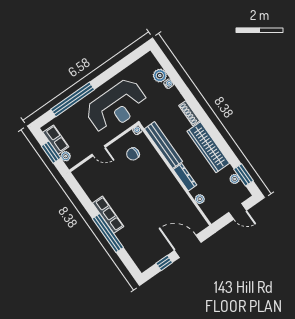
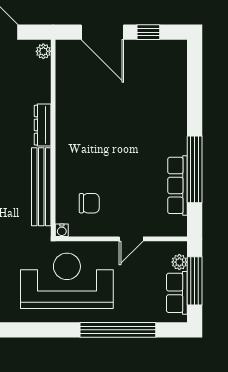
door: (99, 151) -> (131, 239), swing flipped
window: (51, 152) -> (195, 281), width x1.44
plant: (200, 199) -> (43, 51), moved
row of seats: (108, 215) -> (178, 185), moved
window: (108, 233) -> (195, 169), moved

